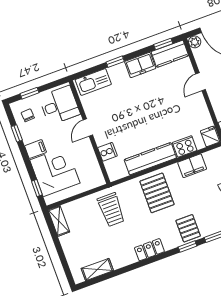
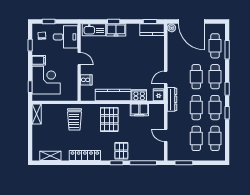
freezer: (140, 65) -> (116, 30), moved
door: (201, 82) -> (166, 78), moved
door: (88, 127) -> (79, 59), swing flipped
locker: (149, 250) -> (85, 156), width x1.53

